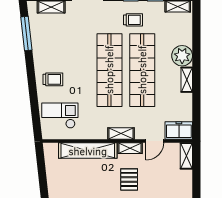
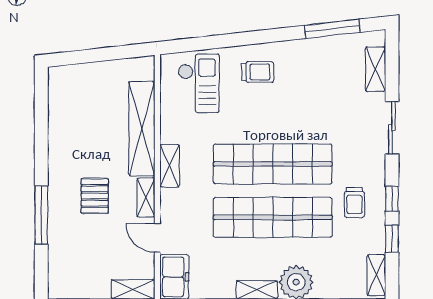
trolley: (53, 79) -> (258, 72), turned -90
shelving: (121, 134) -> (170, 166), moved
pallet: (129, 179) -> (95, 196), turned 90

